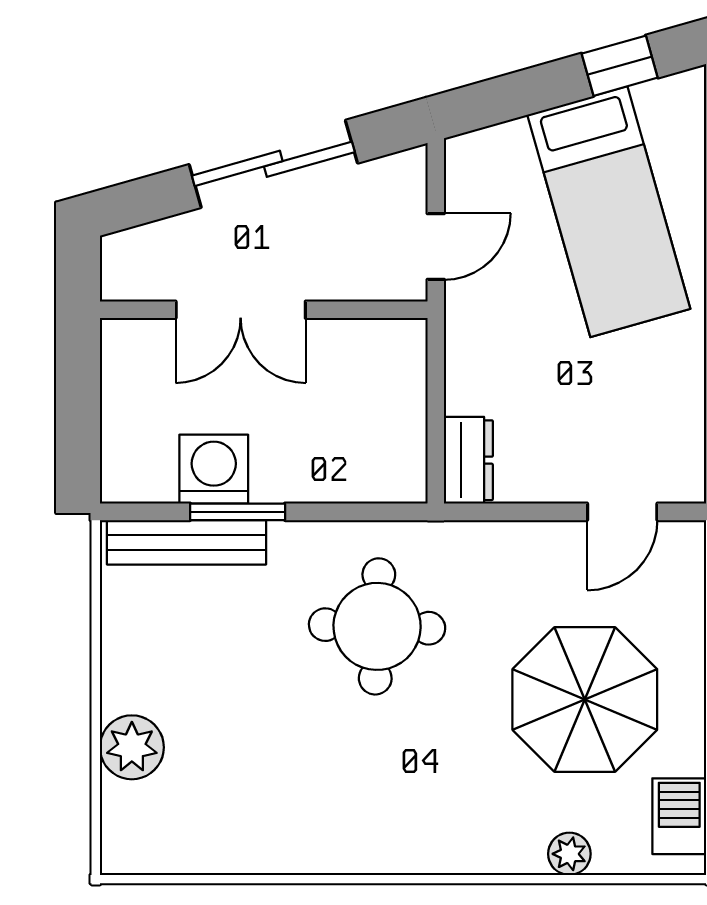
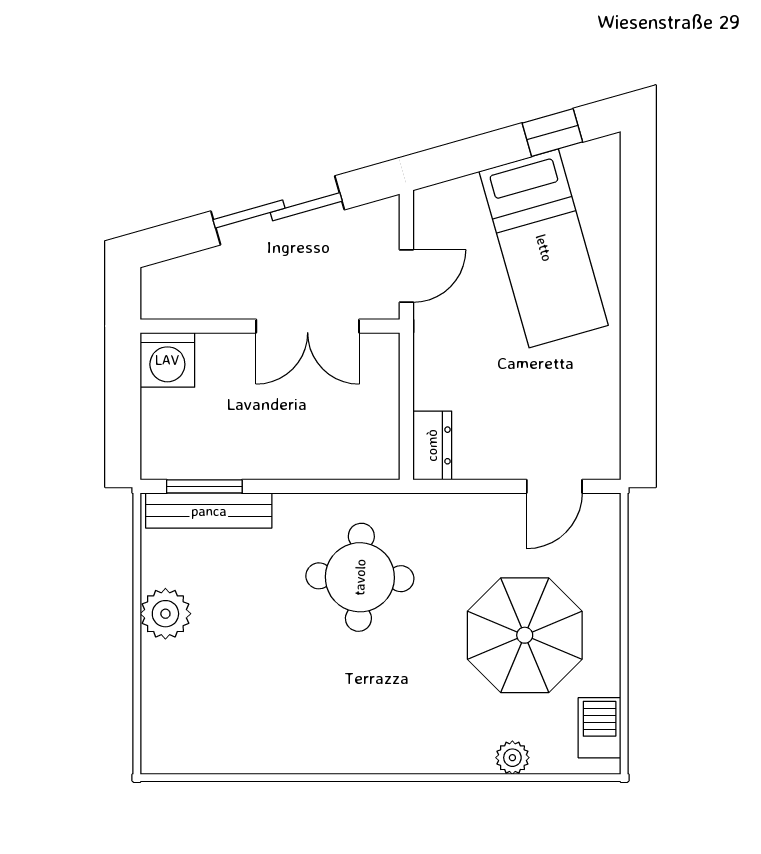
double door: (241, 310) -> (308, 326), moved
washing machine: (214, 469) -> (167, 360), moved, turned 180
window: (238, 512) -> (204, 486), moved
plant: (132, 747) -> (165, 614), moved

